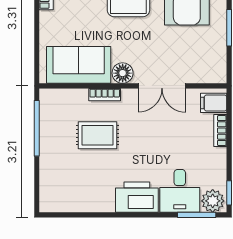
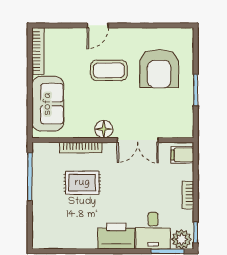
sofa: (79, 65) -> (48, 104), moved, turned 90
bookcase: (105, 95) -> (81, 148), width x1.56
bookcase: (220, 131) -> (188, 195), moved

